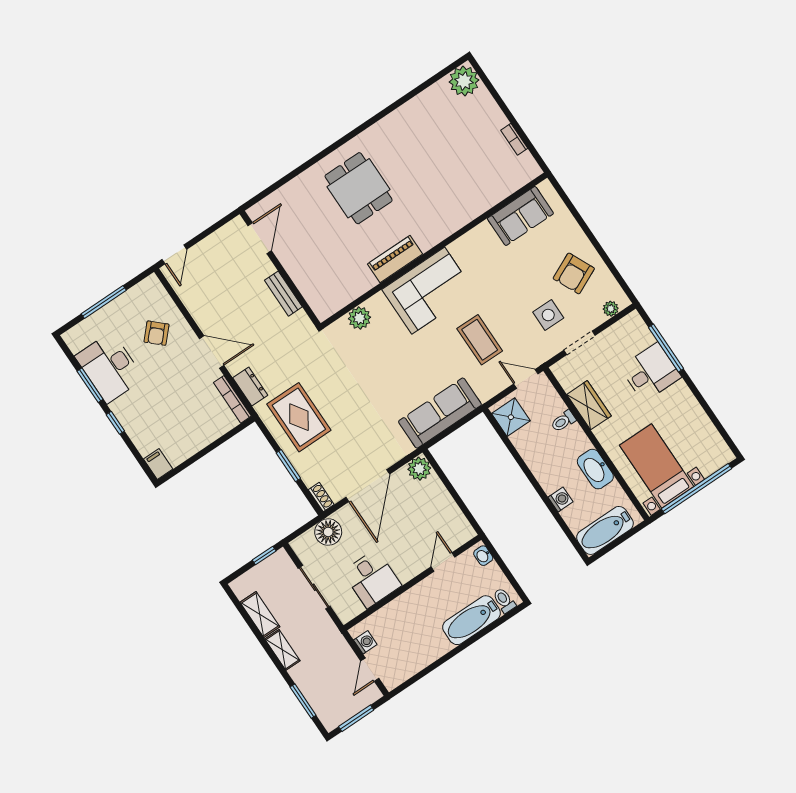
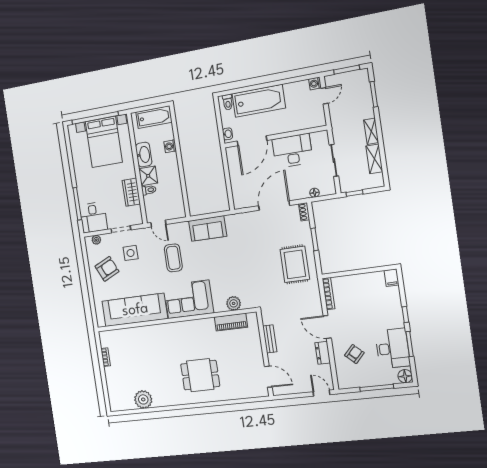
plant: (464, 81) -> (143, 399), moved
dining table: (359, 188) -> (200, 375), turned 90
sofa: (520, 216) -> (135, 310), width x1.85, depth x1.27
door: (260, 238) -> (268, 377), swing flipped
door: (174, 254) -> (322, 393), hinge flipped
piano: (395, 259) -> (231, 322), moved
floor lamp: (74, 338) -> (405, 376), added
desk: (651, 372) -> (93, 217), moved, turned -90
dresser: (250, 386) -> (323, 353), moved
sofa: (440, 413) -> (208, 228), width x0.73
shower: (511, 417) -> (148, 176), moved
bed with nightstands: (657, 466) -> (104, 142), width x1.36
plant: (419, 469) -> (240, 201), removed
floor lamp: (328, 532) -> (314, 193), width x0.53, depth x0.53
door: (443, 562) -> (252, 141), width x1.87
desk: (372, 579) -> (292, 151), width x1.37
bathtub: (472, 620) -> (259, 101), width x1.36, depth x1.36
washing machine: (365, 642) -> (315, 83), moved

